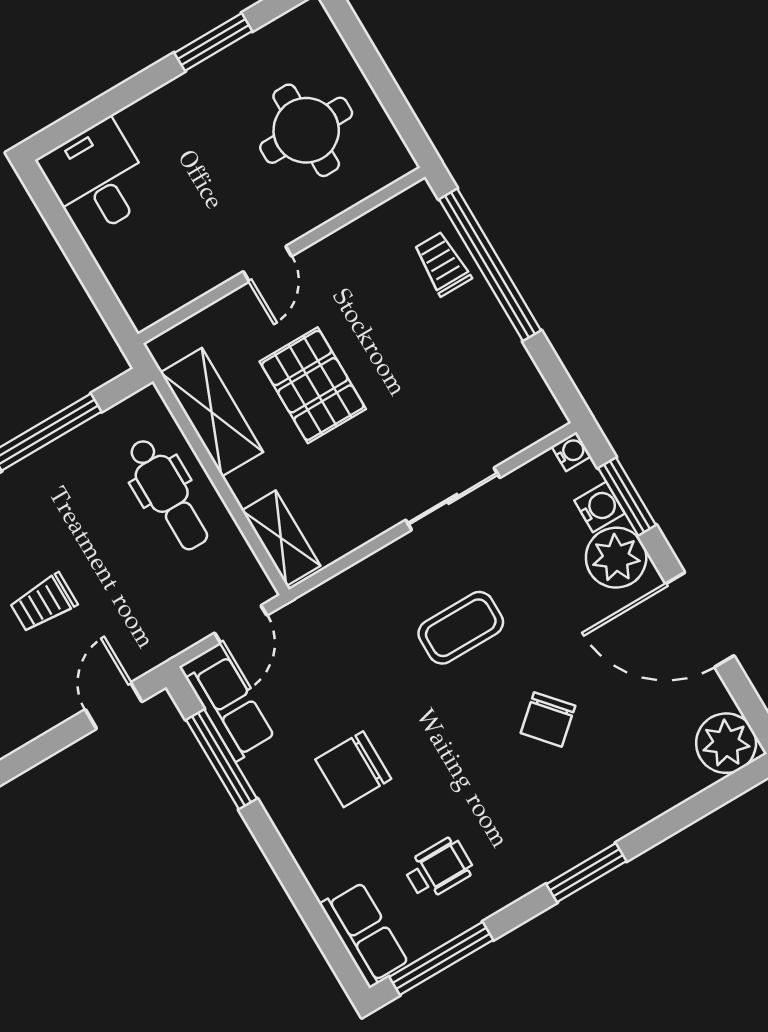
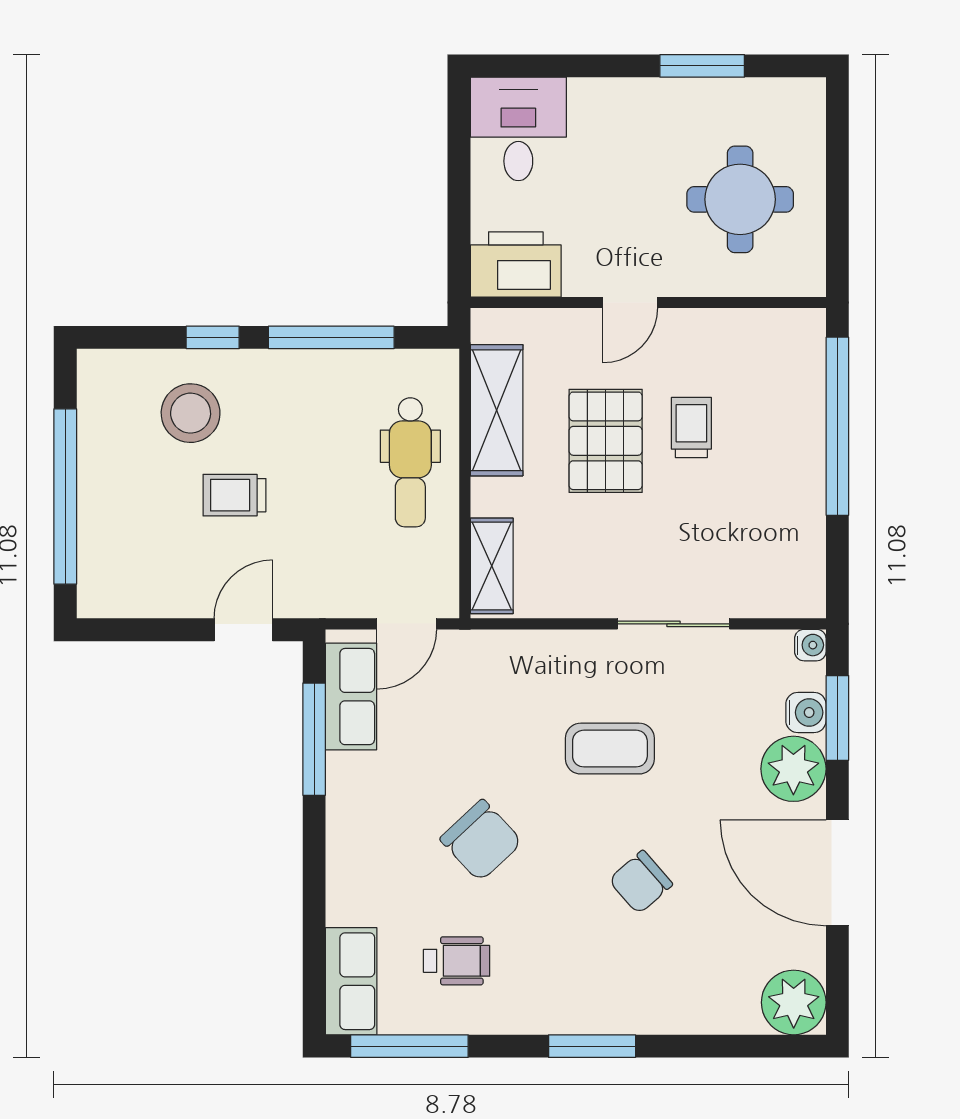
trolley: (442, 264) -> (691, 427), moved
printer: (159, 287) -> (516, 264), added
chair: (353, 769) -> (481, 840), moved, turned -133

